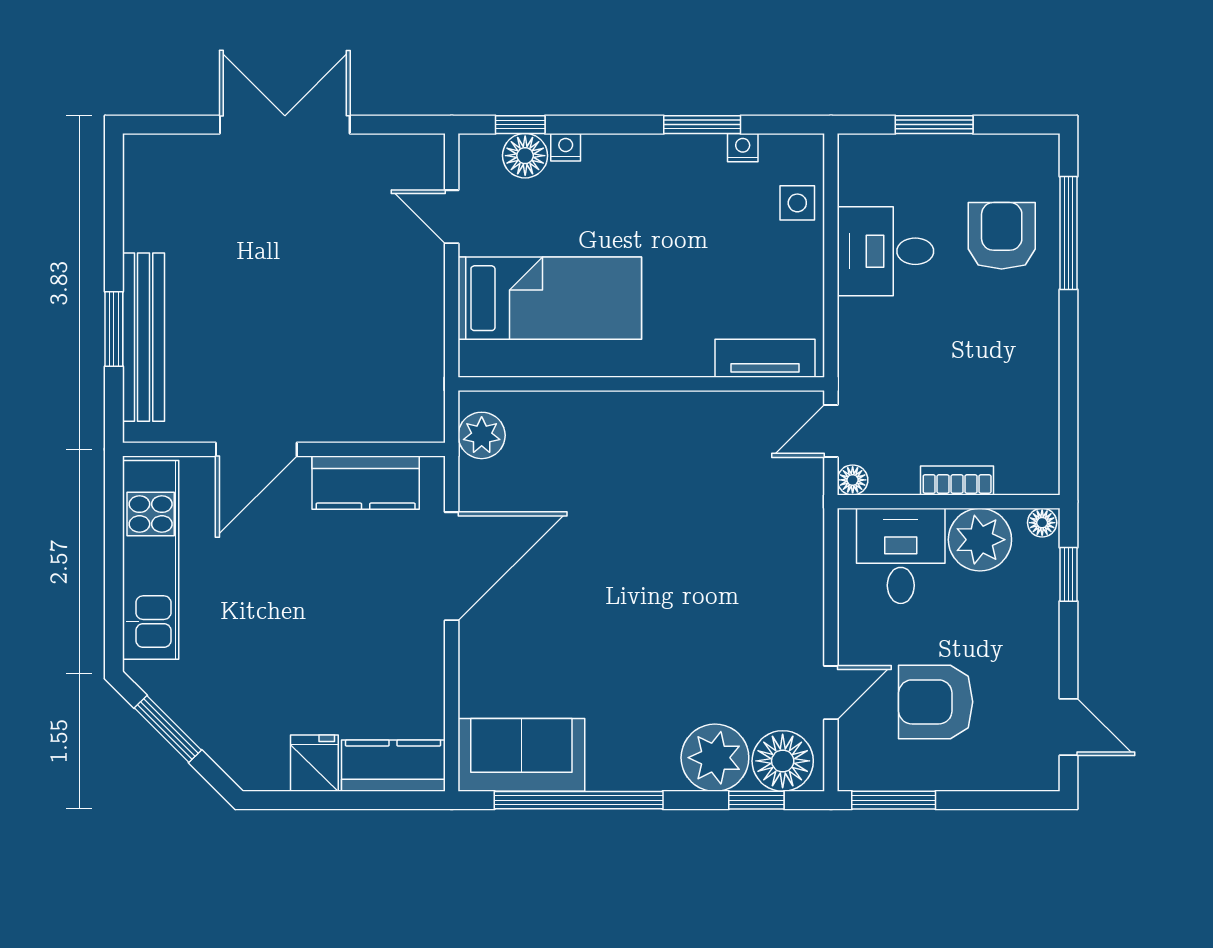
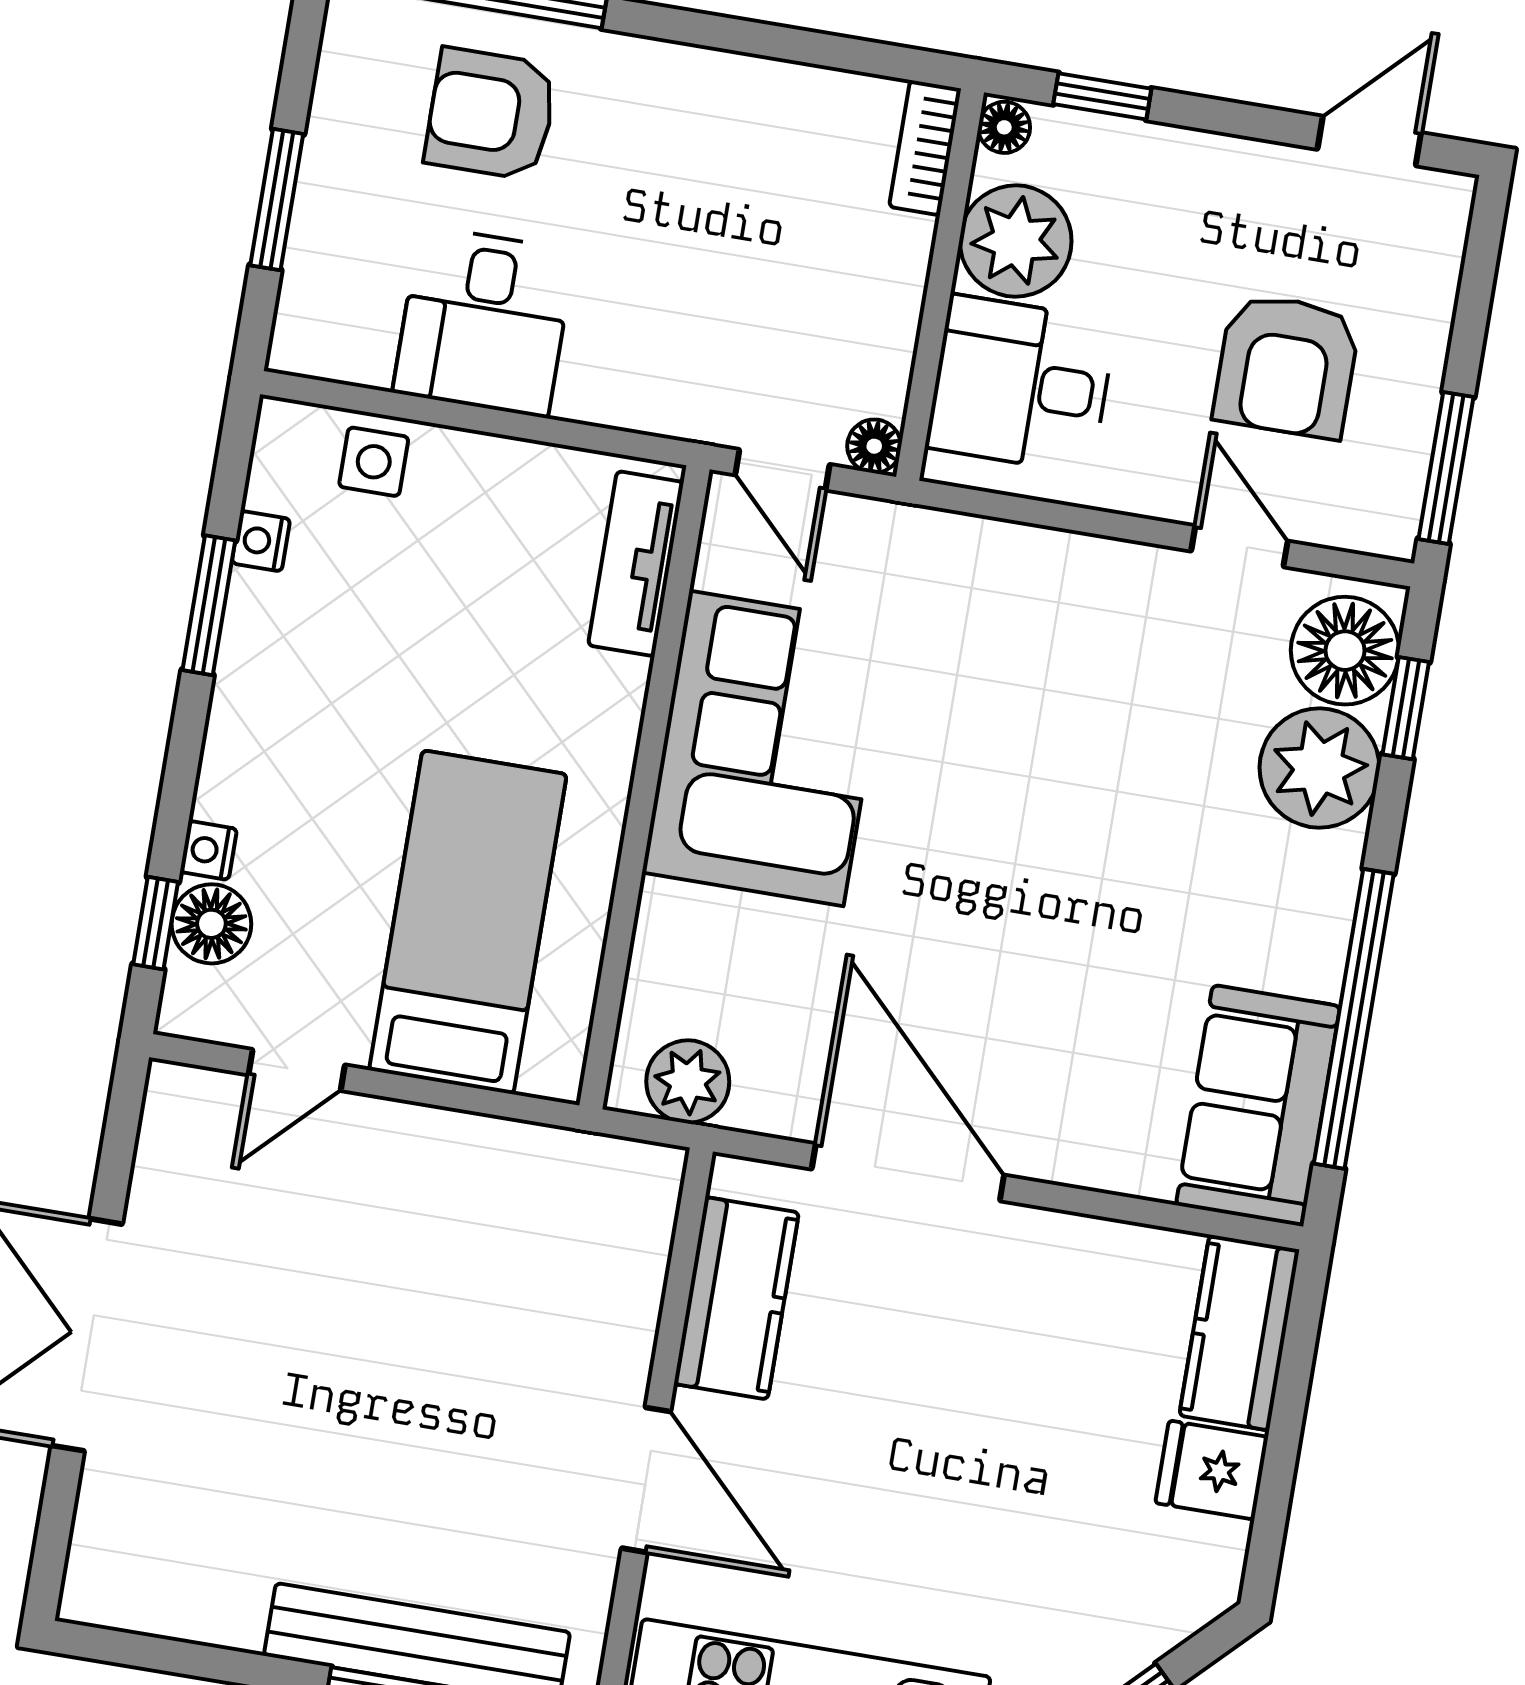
corner sofa: (674, 448) -> (766, 748), added
bookcase: (957, 481) -> (925, 148), moved

